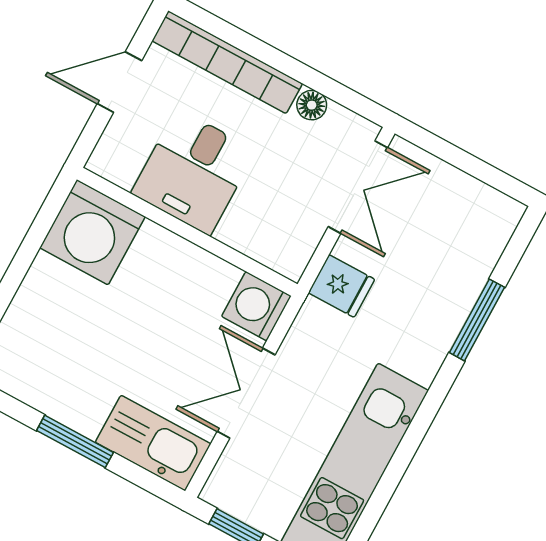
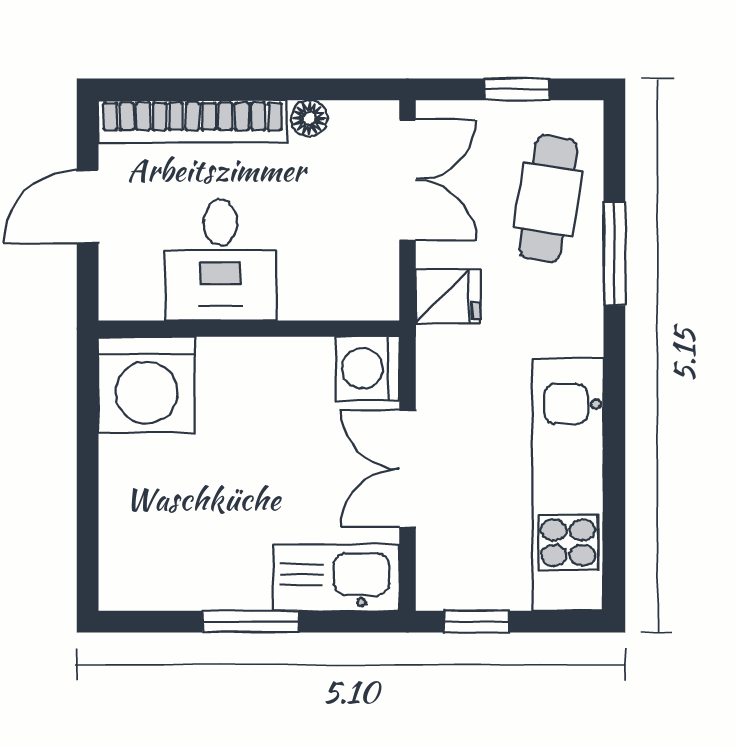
window: (471, 165) -> (517, 89), added
cafe table: (451, 255) -> (548, 199), added

